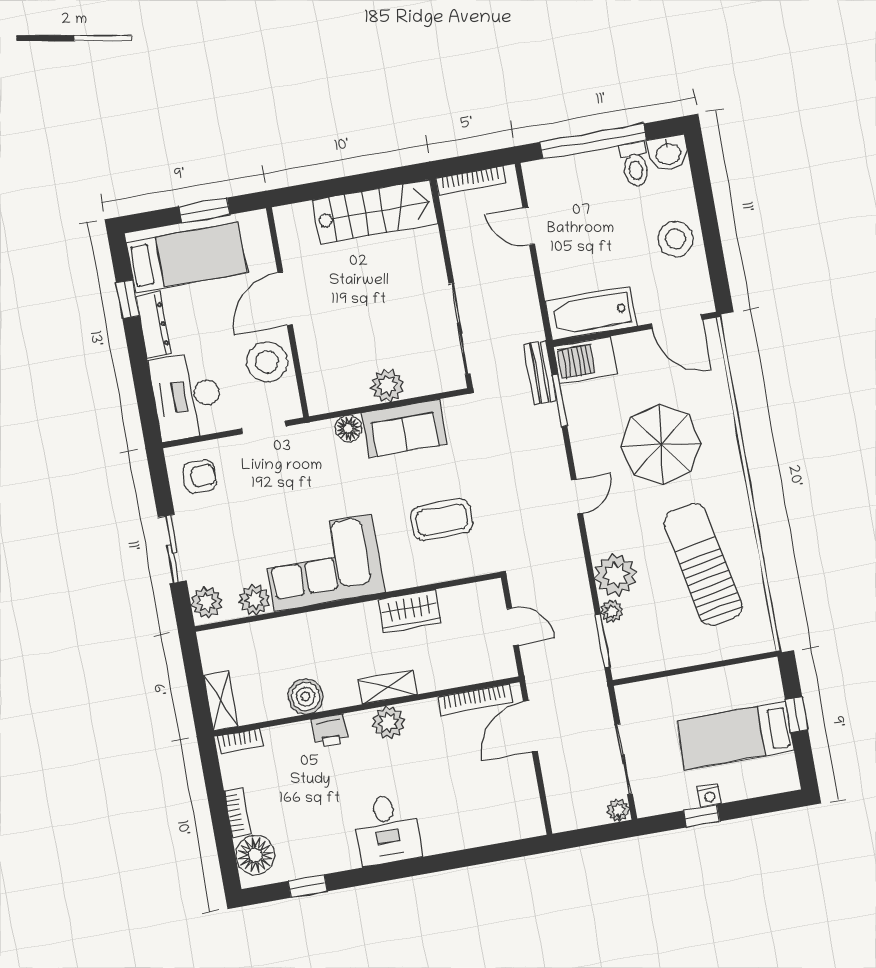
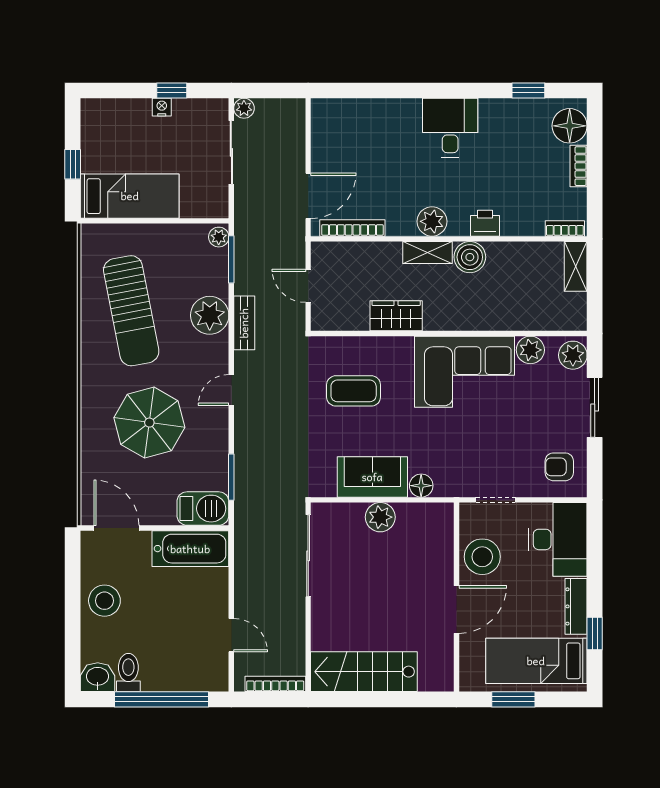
bench: (540, 372) -> (244, 323), moved
plant: (612, 611) -> (219, 237), moved
boiler: (306, 696) -> (470, 257), moved
bed: (735, 736) -> (130, 196), moved

